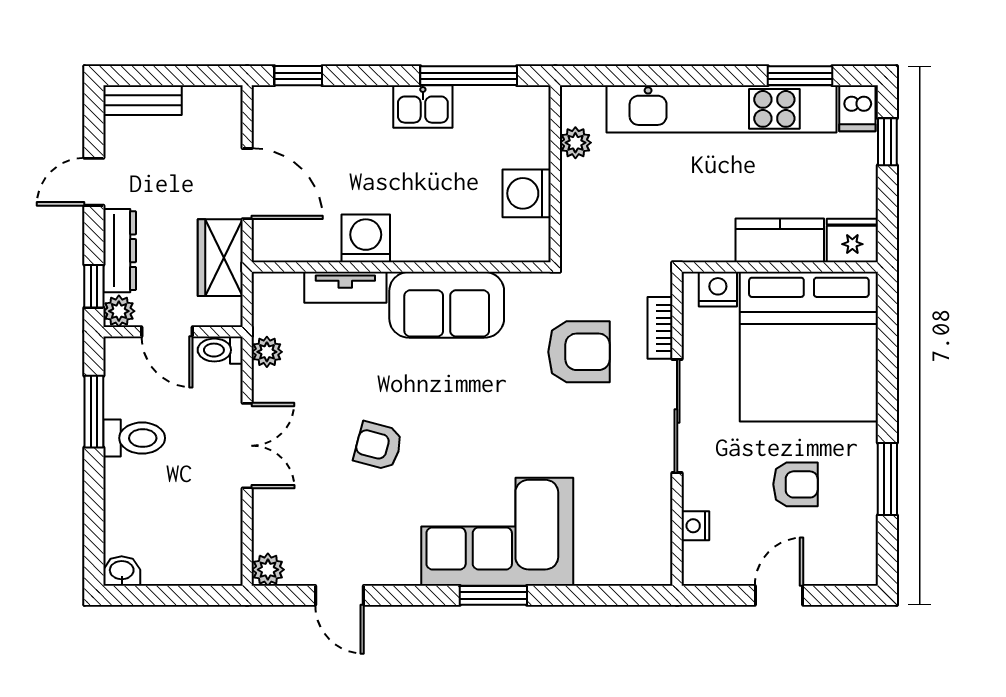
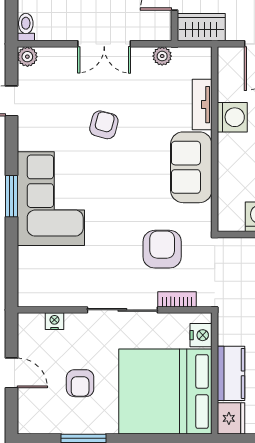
wardrobe: (220, 258) -> (201, 27), moved
toilet: (220, 350) -> (26, 27), moved
armchair: (579, 352) -> (162, 249), turned 180

